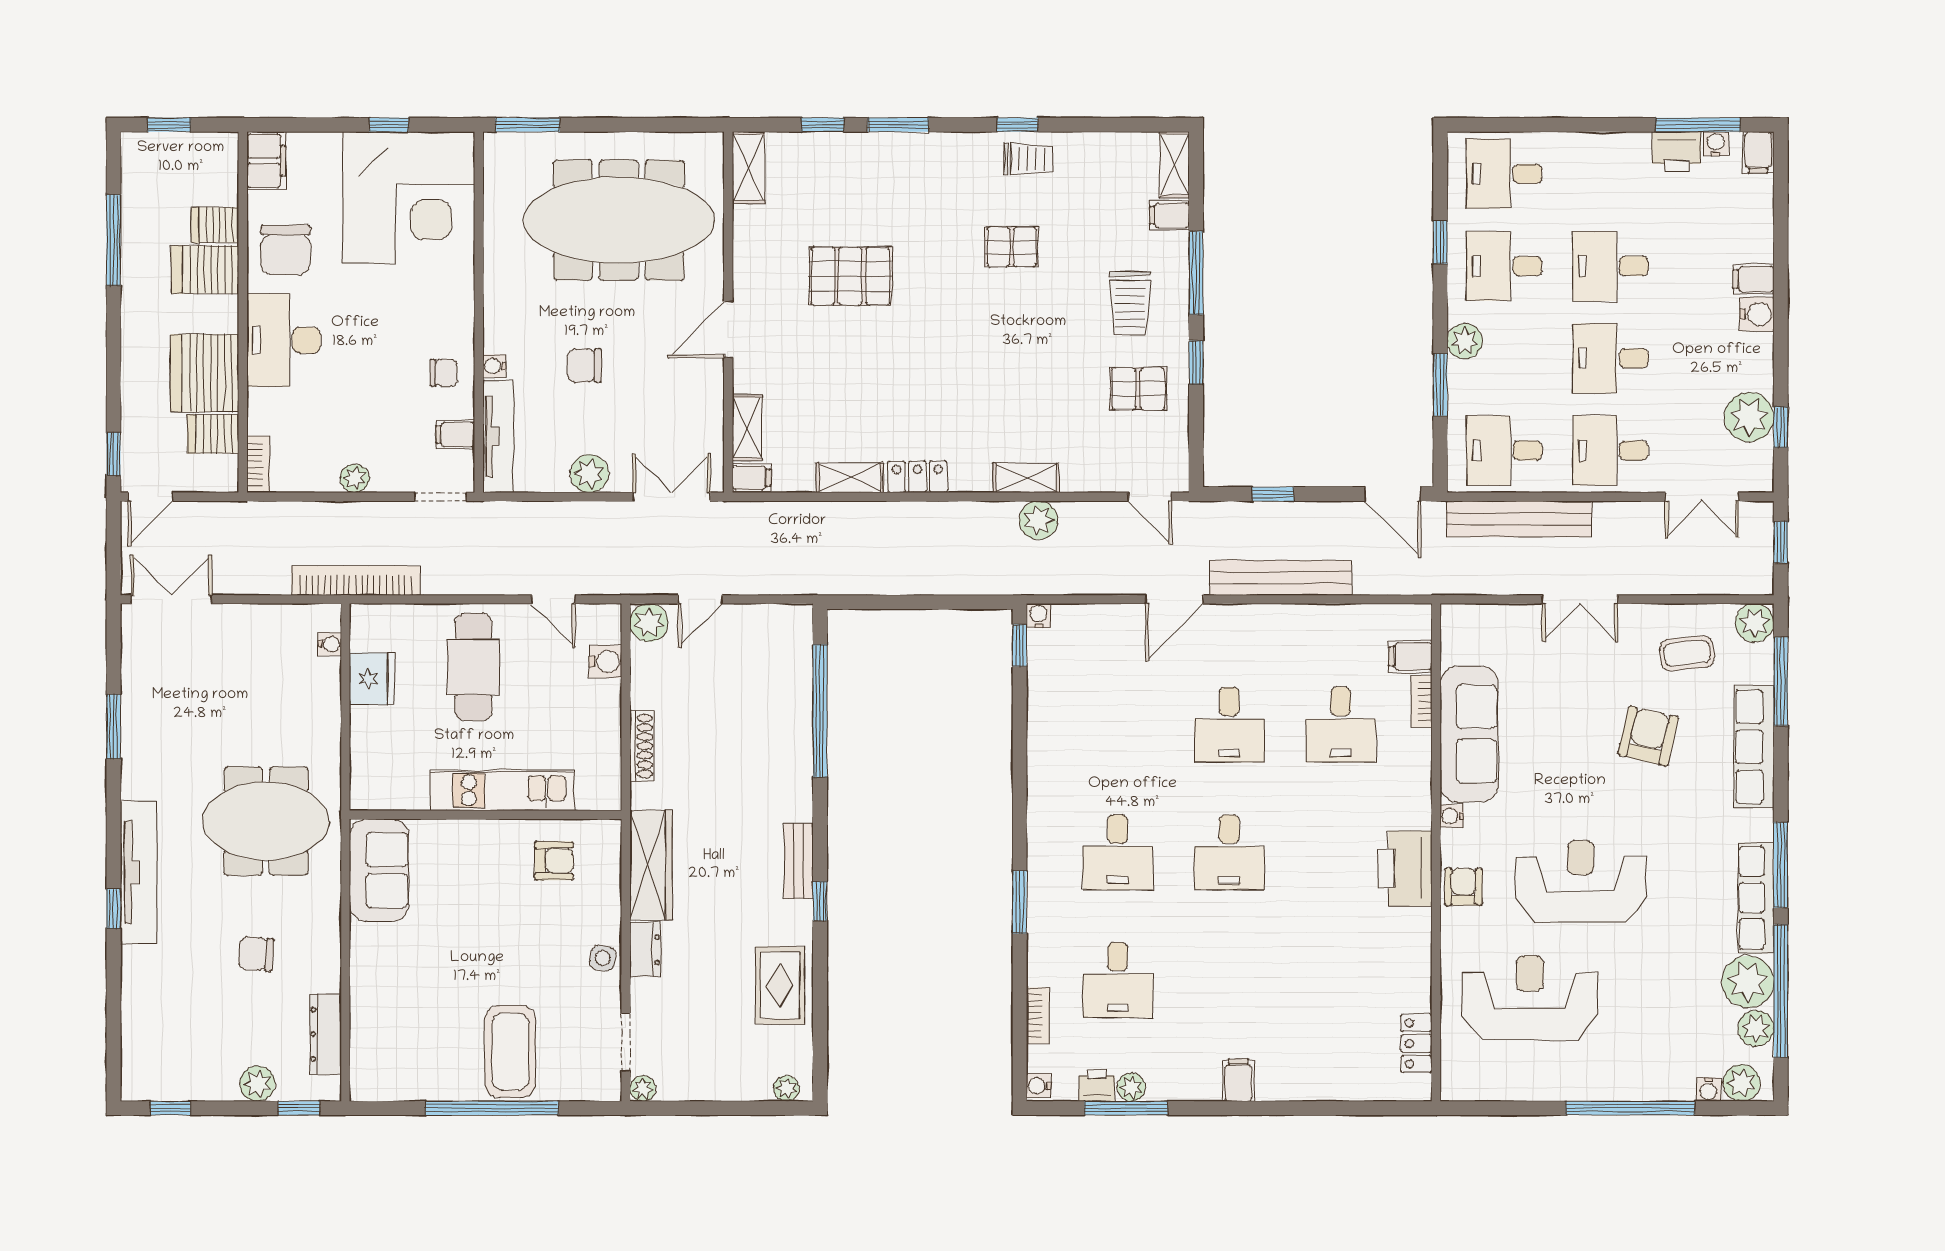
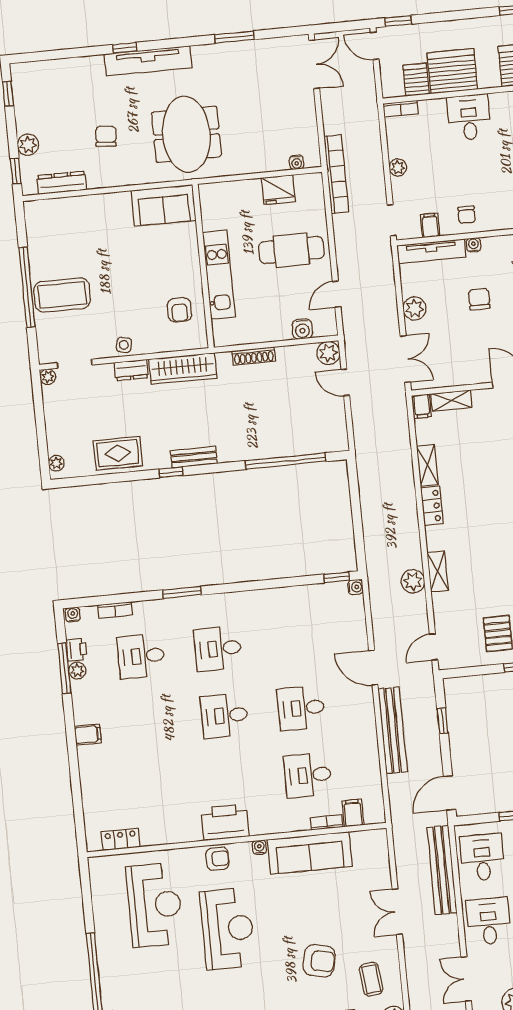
desk: (284, 340) -> (469, 117), width x0.73

